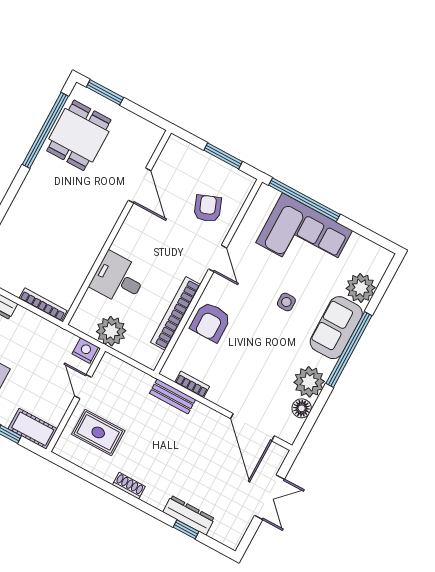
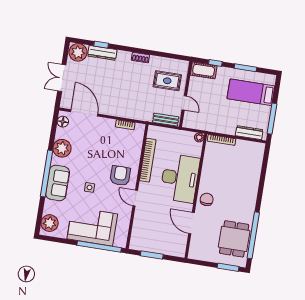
armchair: (208, 208) -> (150, 223), removed
chair: (101, 216) -> (207, 199), added
desk: (118, 279) -> (180, 178), width x1.87, depth x1.30
plant: (361, 288) -> (50, 223), moved
armchair: (211, 322) -> (120, 176), moved
plant: (111, 331) -> (199, 137), moved, width x0.53, depth x0.53
nightstand: (85, 351) -> (190, 123), removed
bench: (173, 396) -> (166, 120), moved
floor lamp: (302, 408) -> (63, 122), moved
plant: (228, 530) -> (78, 52), added

